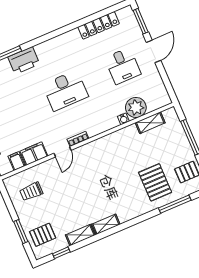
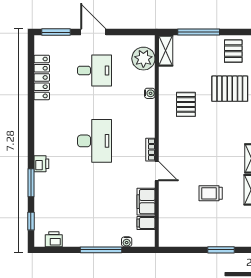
printer: (24, 60) -> (41, 164), width x0.53, depth x0.68
plant: (136, 107) -> (143, 59), moved
shelving: (150, 123) -> (166, 51), moved
trolley: (31, 192) -> (211, 193), moved, turned 90
pallet: (43, 235) -> (186, 104), moved

